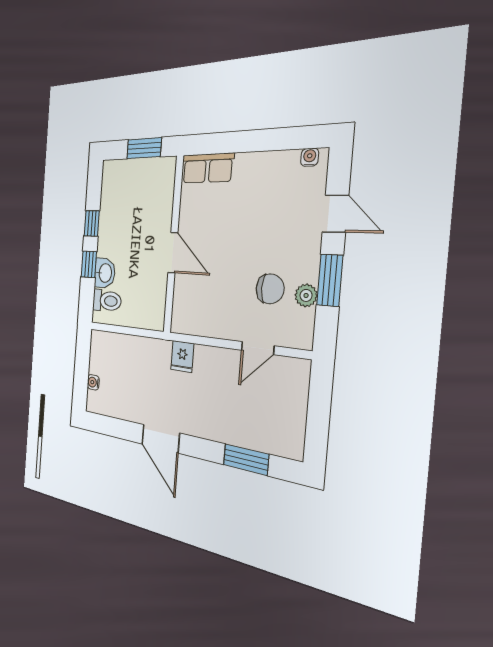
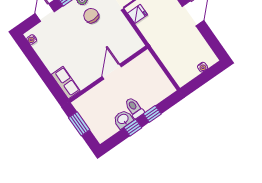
washbasin: (105, 273) -> (123, 119), moved
toilet: (107, 301) -> (134, 108), moved
fridge: (182, 356) -> (138, 14), moved

